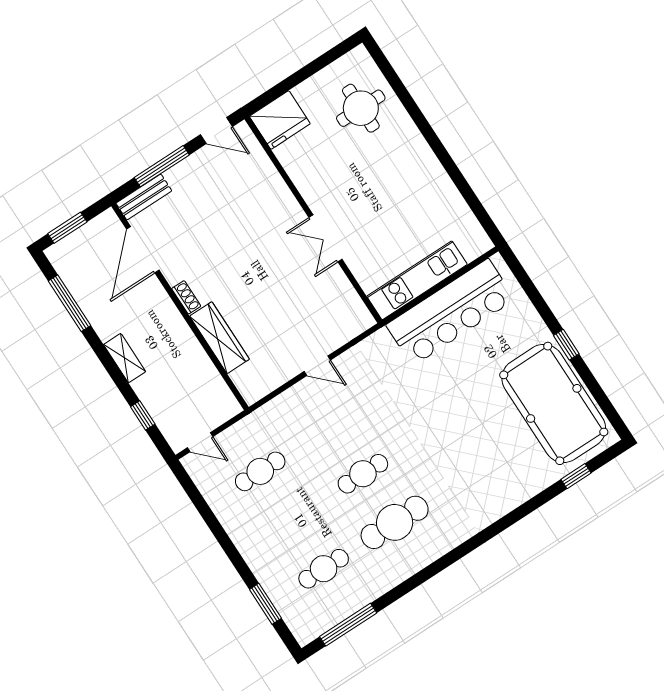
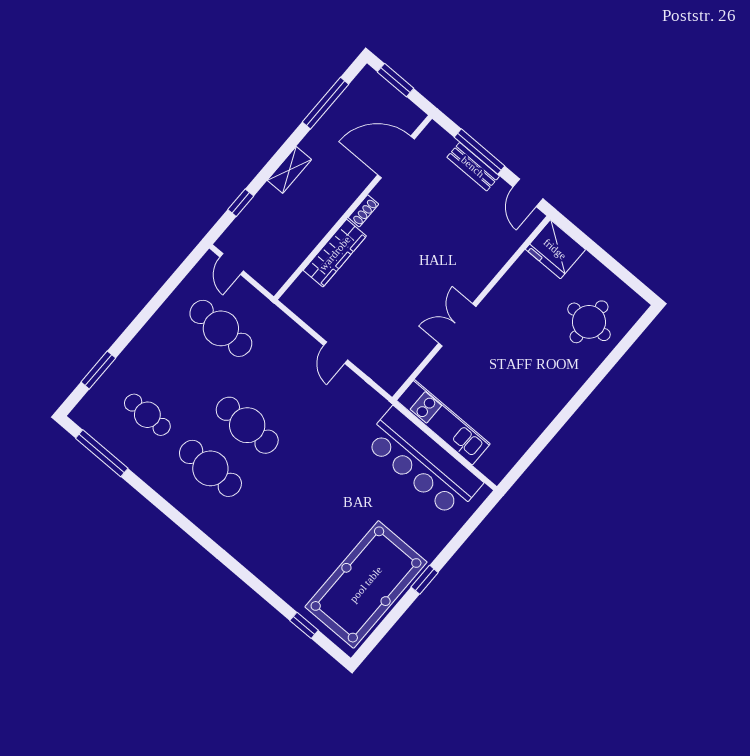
bench: (144, 197) -> (473, 167), moved
cafe table: (260, 471) -> (221, 328), width x1.37, depth x1.35
cafe table: (363, 474) -> (247, 425), width x1.37, depth x1.35

